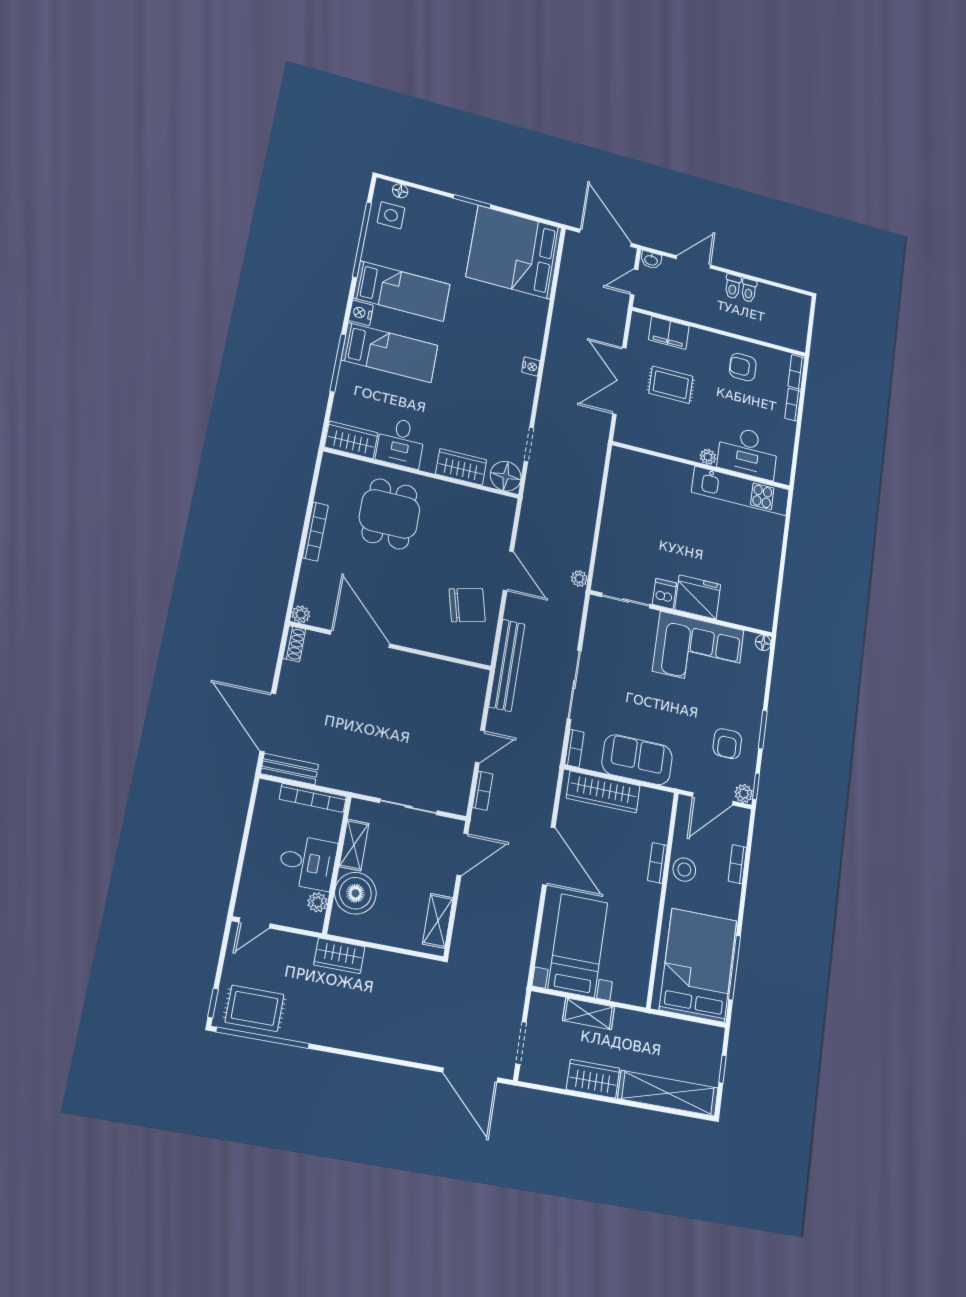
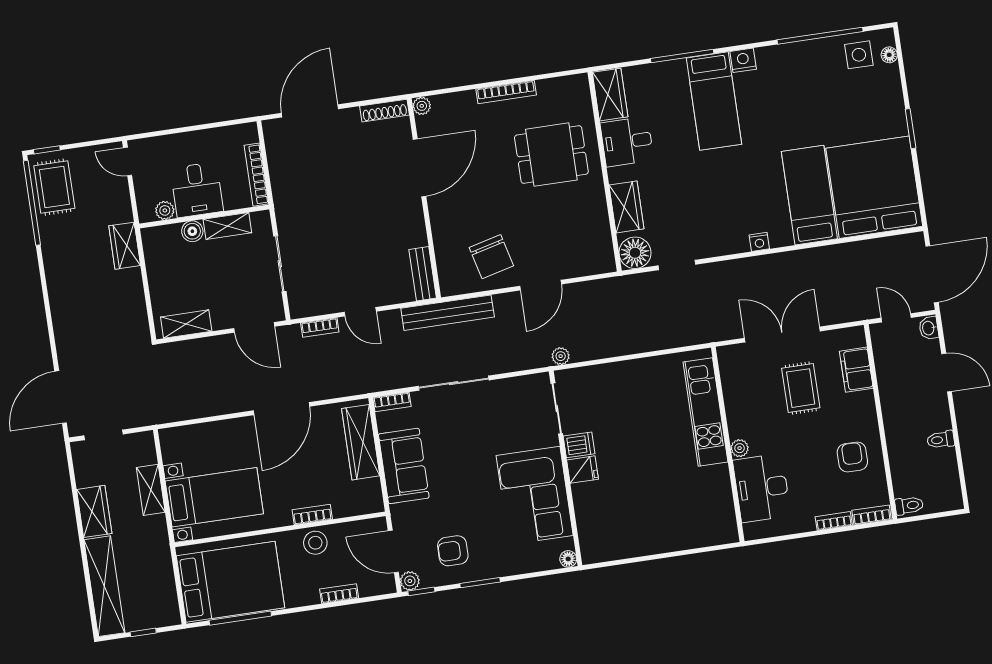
toilet: (733, 286) -> (909, 506), moved, turned 180
bed: (402, 291) -> (809, 195), moved, turned 180
kitchen unit: (741, 491) -> (705, 412), moved
fridge: (698, 597) -> (583, 470), width x0.53, depth x0.75
shoe rack: (294, 644) -> (385, 111), width x1.43
bench: (290, 769) -> (423, 274), moved
boiler: (355, 893) -> (192, 231), width x0.54, depth x0.54
bed with nightstands: (578, 945) -> (214, 497), moved

